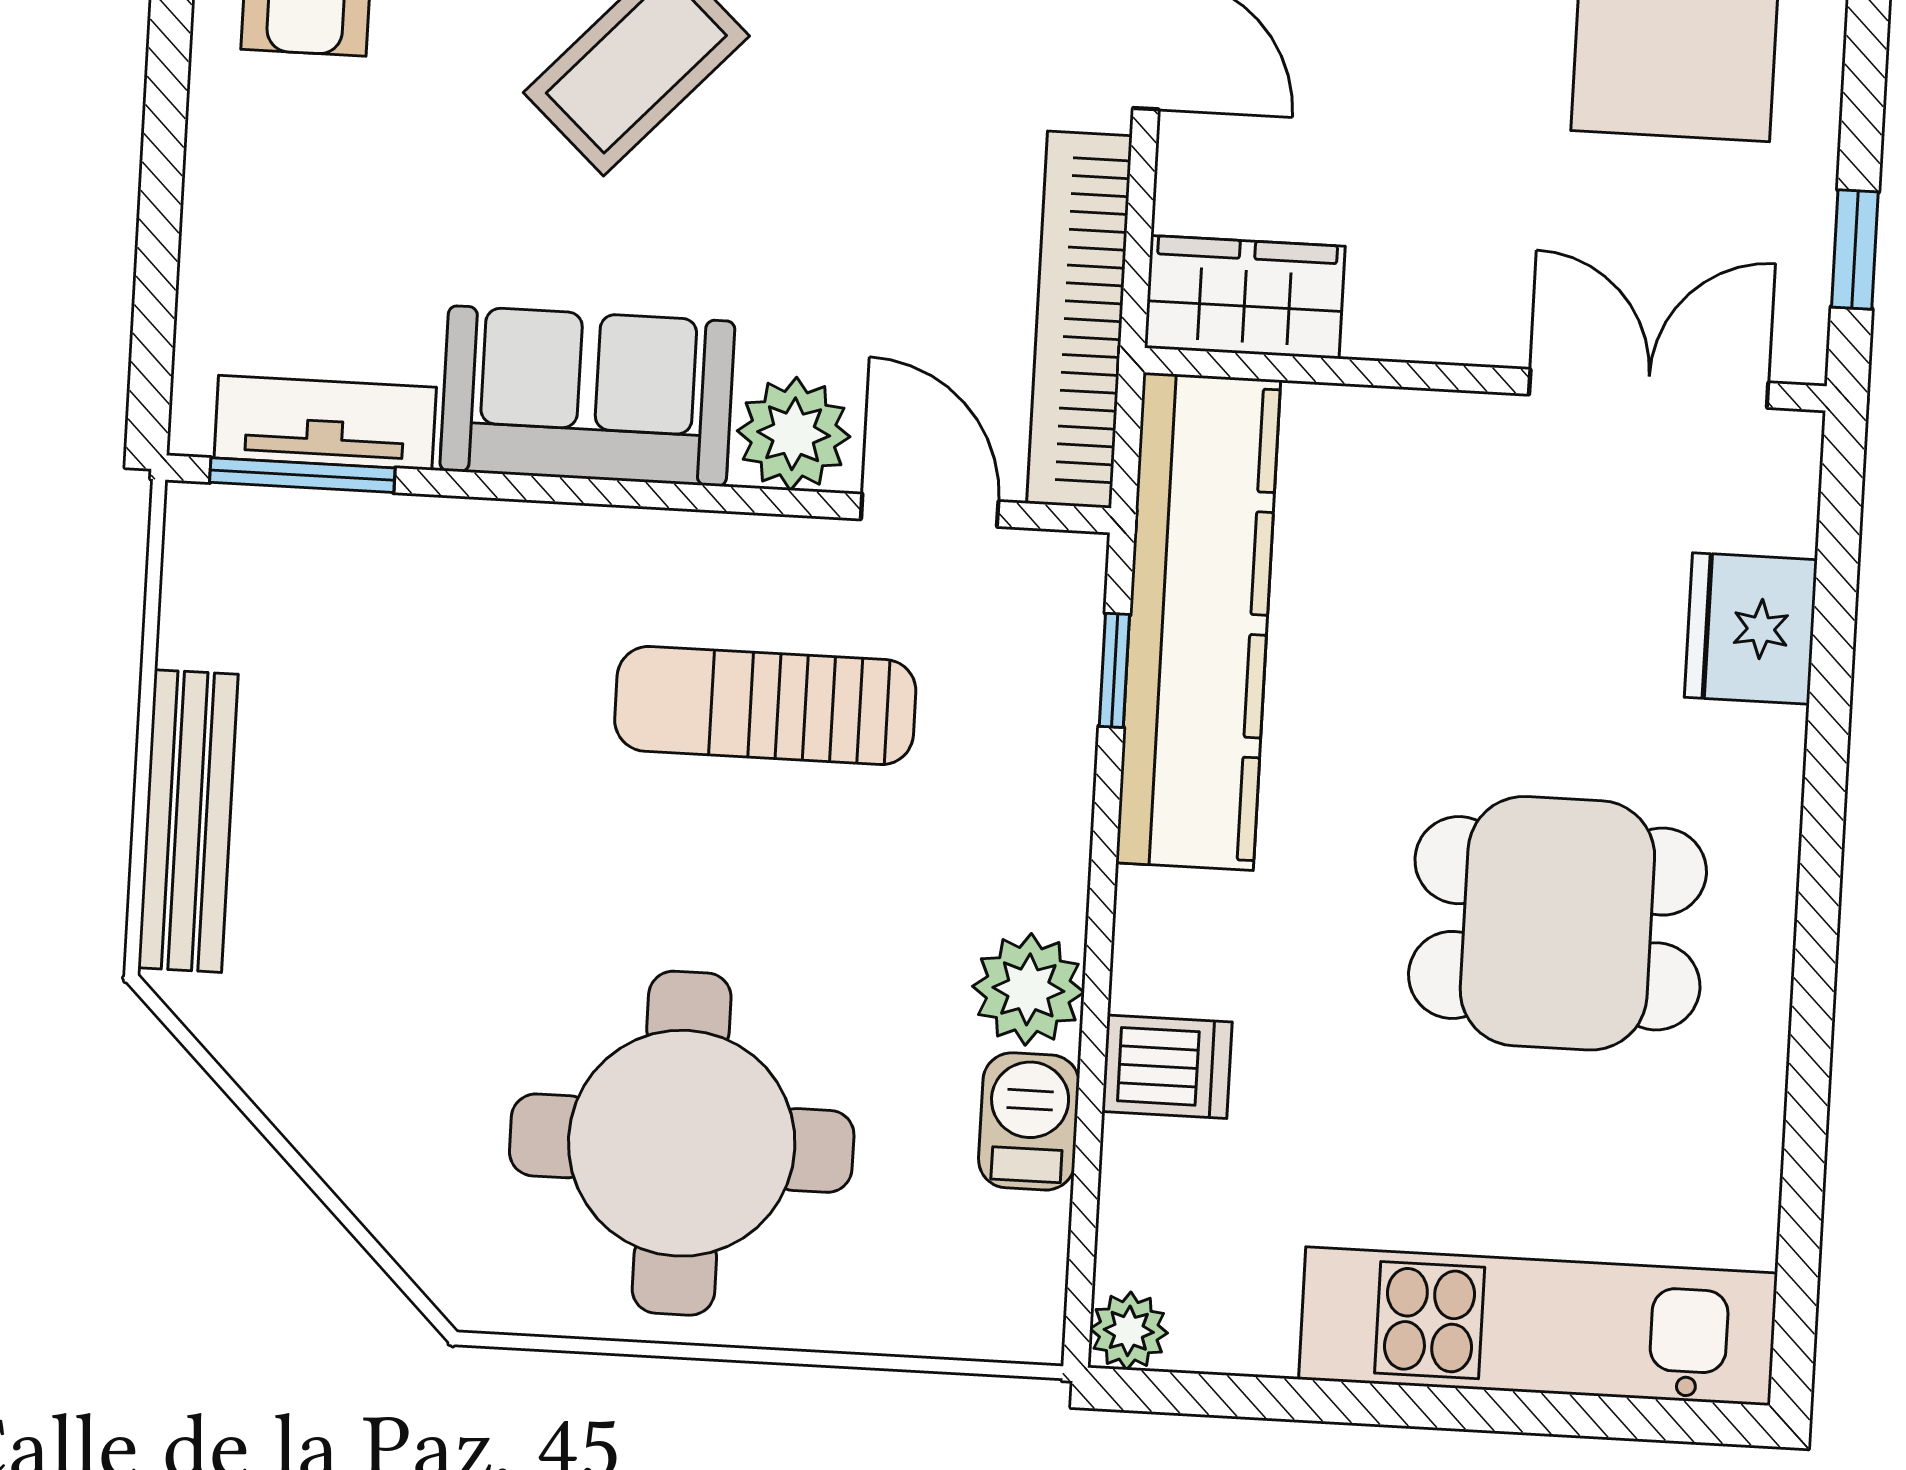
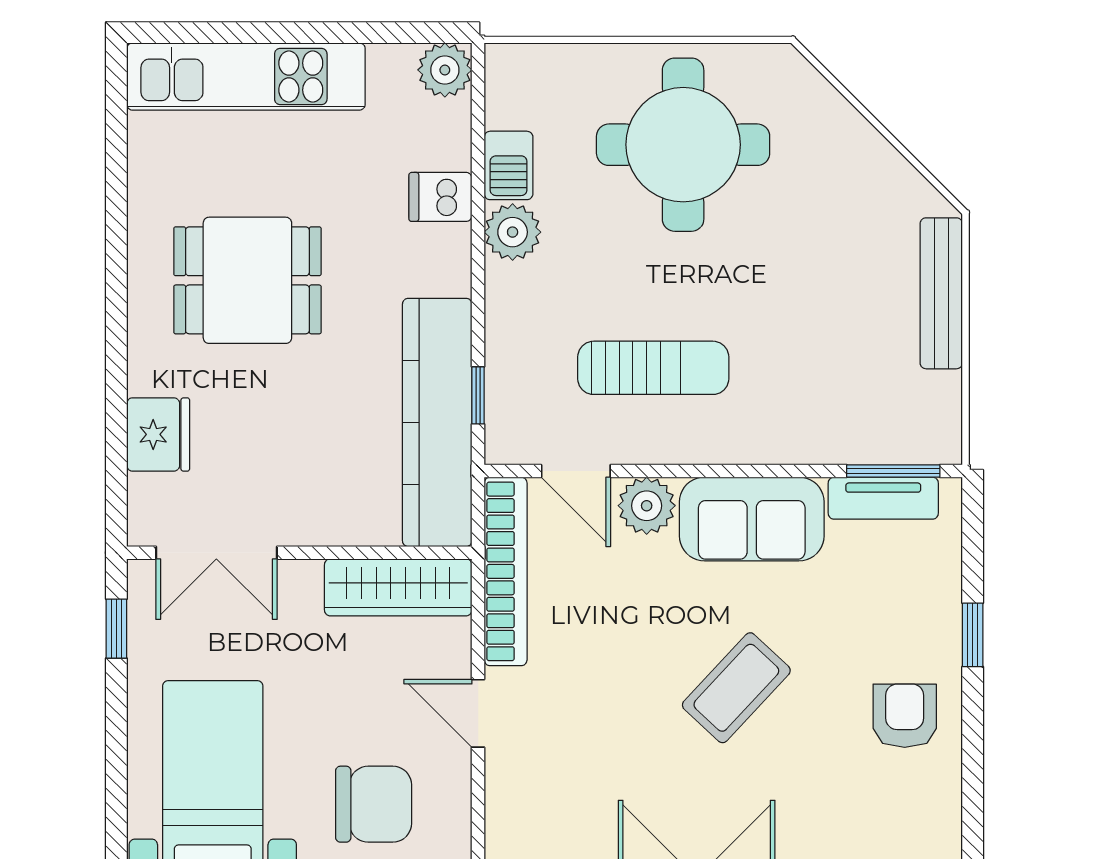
window: (164, 143) -> (973, 635), added
wardrobe: (1245, 297) -> (398, 587), width x1.50
plant: (1129, 1331) -> (445, 70), width x1.38, depth x1.38

